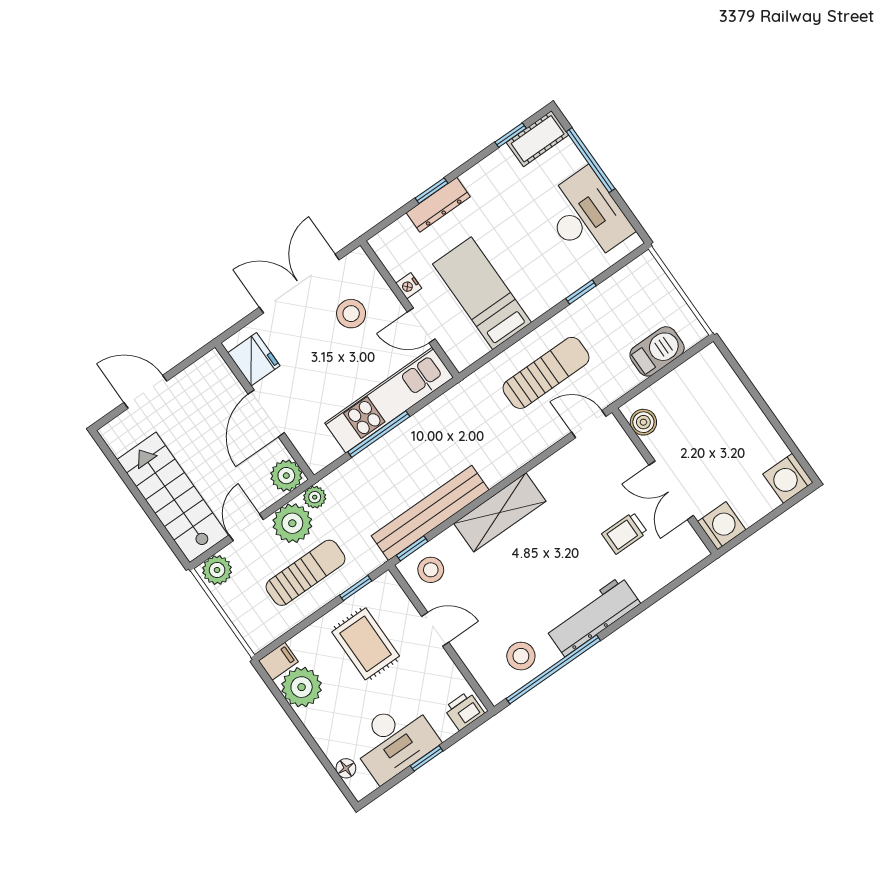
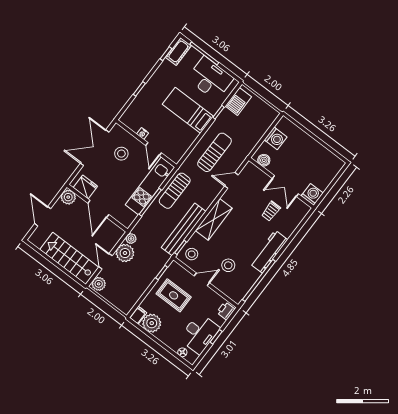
dresser: (438, 205) -> (144, 94), removed
bed: (482, 293) -> (188, 110), moved
door: (421, 325) -> (154, 149), hinge flipped
barbecue: (657, 351) -> (238, 101), moved, turned 180
door: (145, 392) -> (43, 216), hinge flipped
door: (589, 424) -> (231, 180), moved
plant: (286, 476) -> (68, 197), moved
washing machine: (788, 478) -> (276, 138), moved, turned -90
sun lounger: (306, 573) -> (175, 191), moved, turned 180
stool: (521, 656) -> (228, 265), moved

